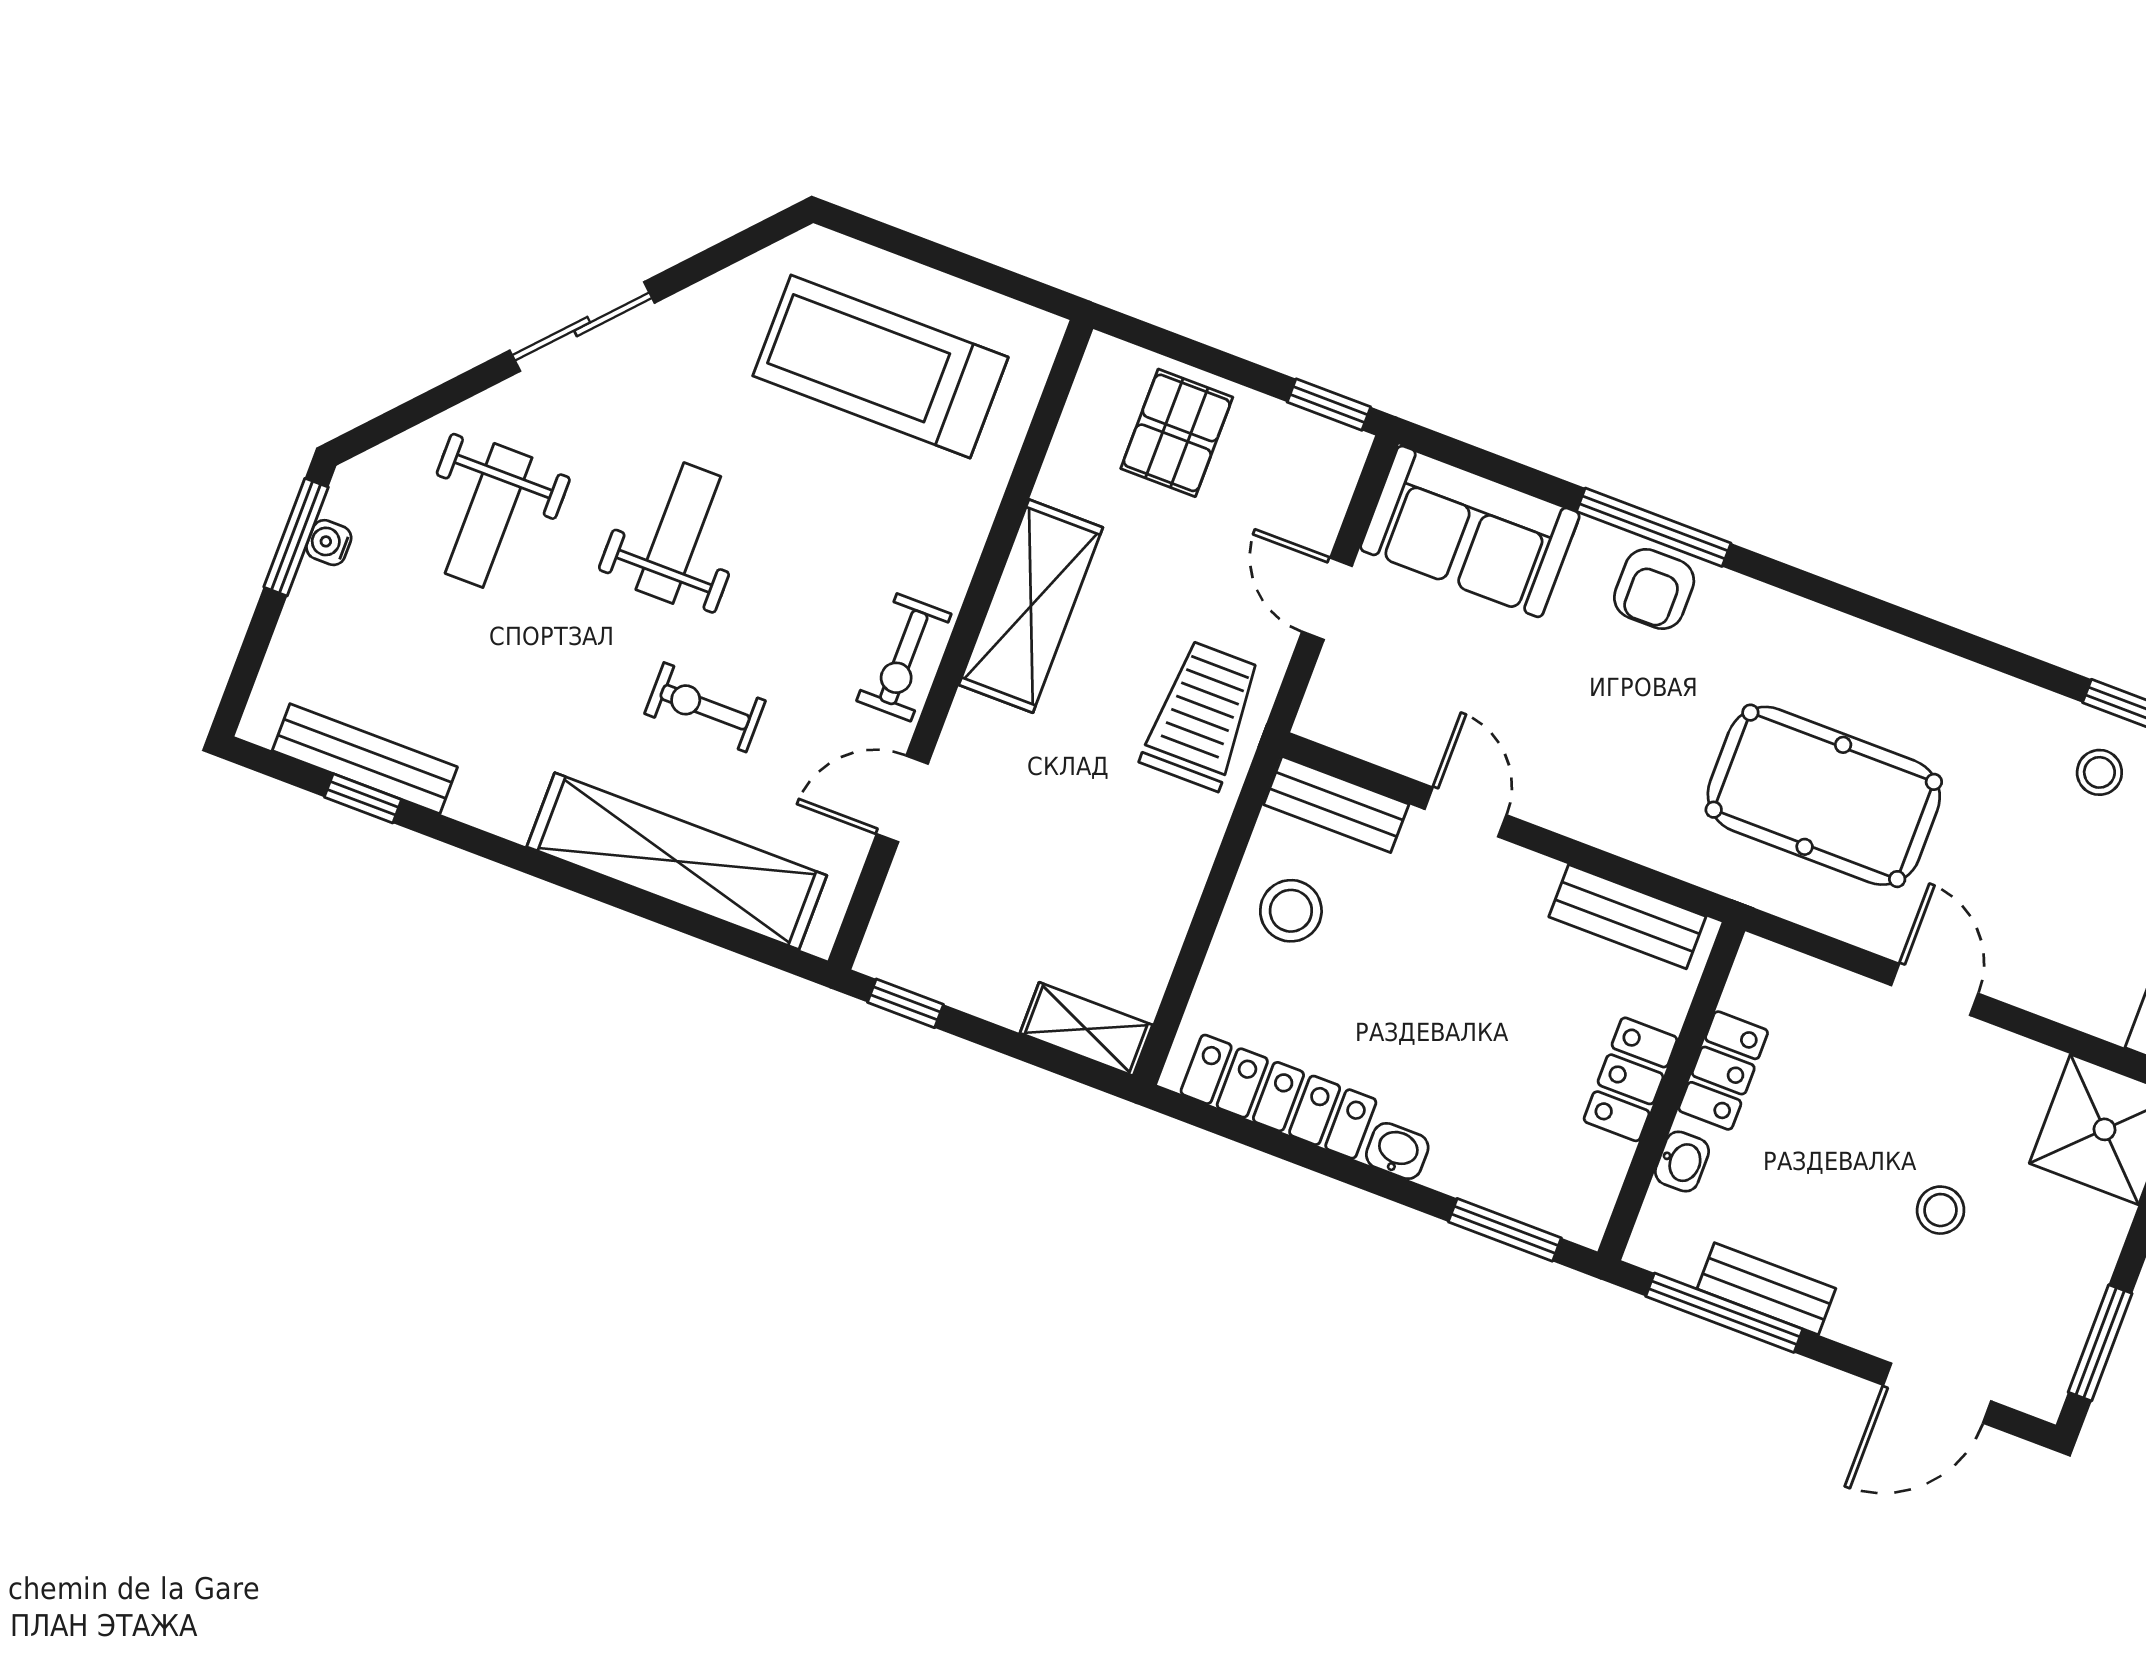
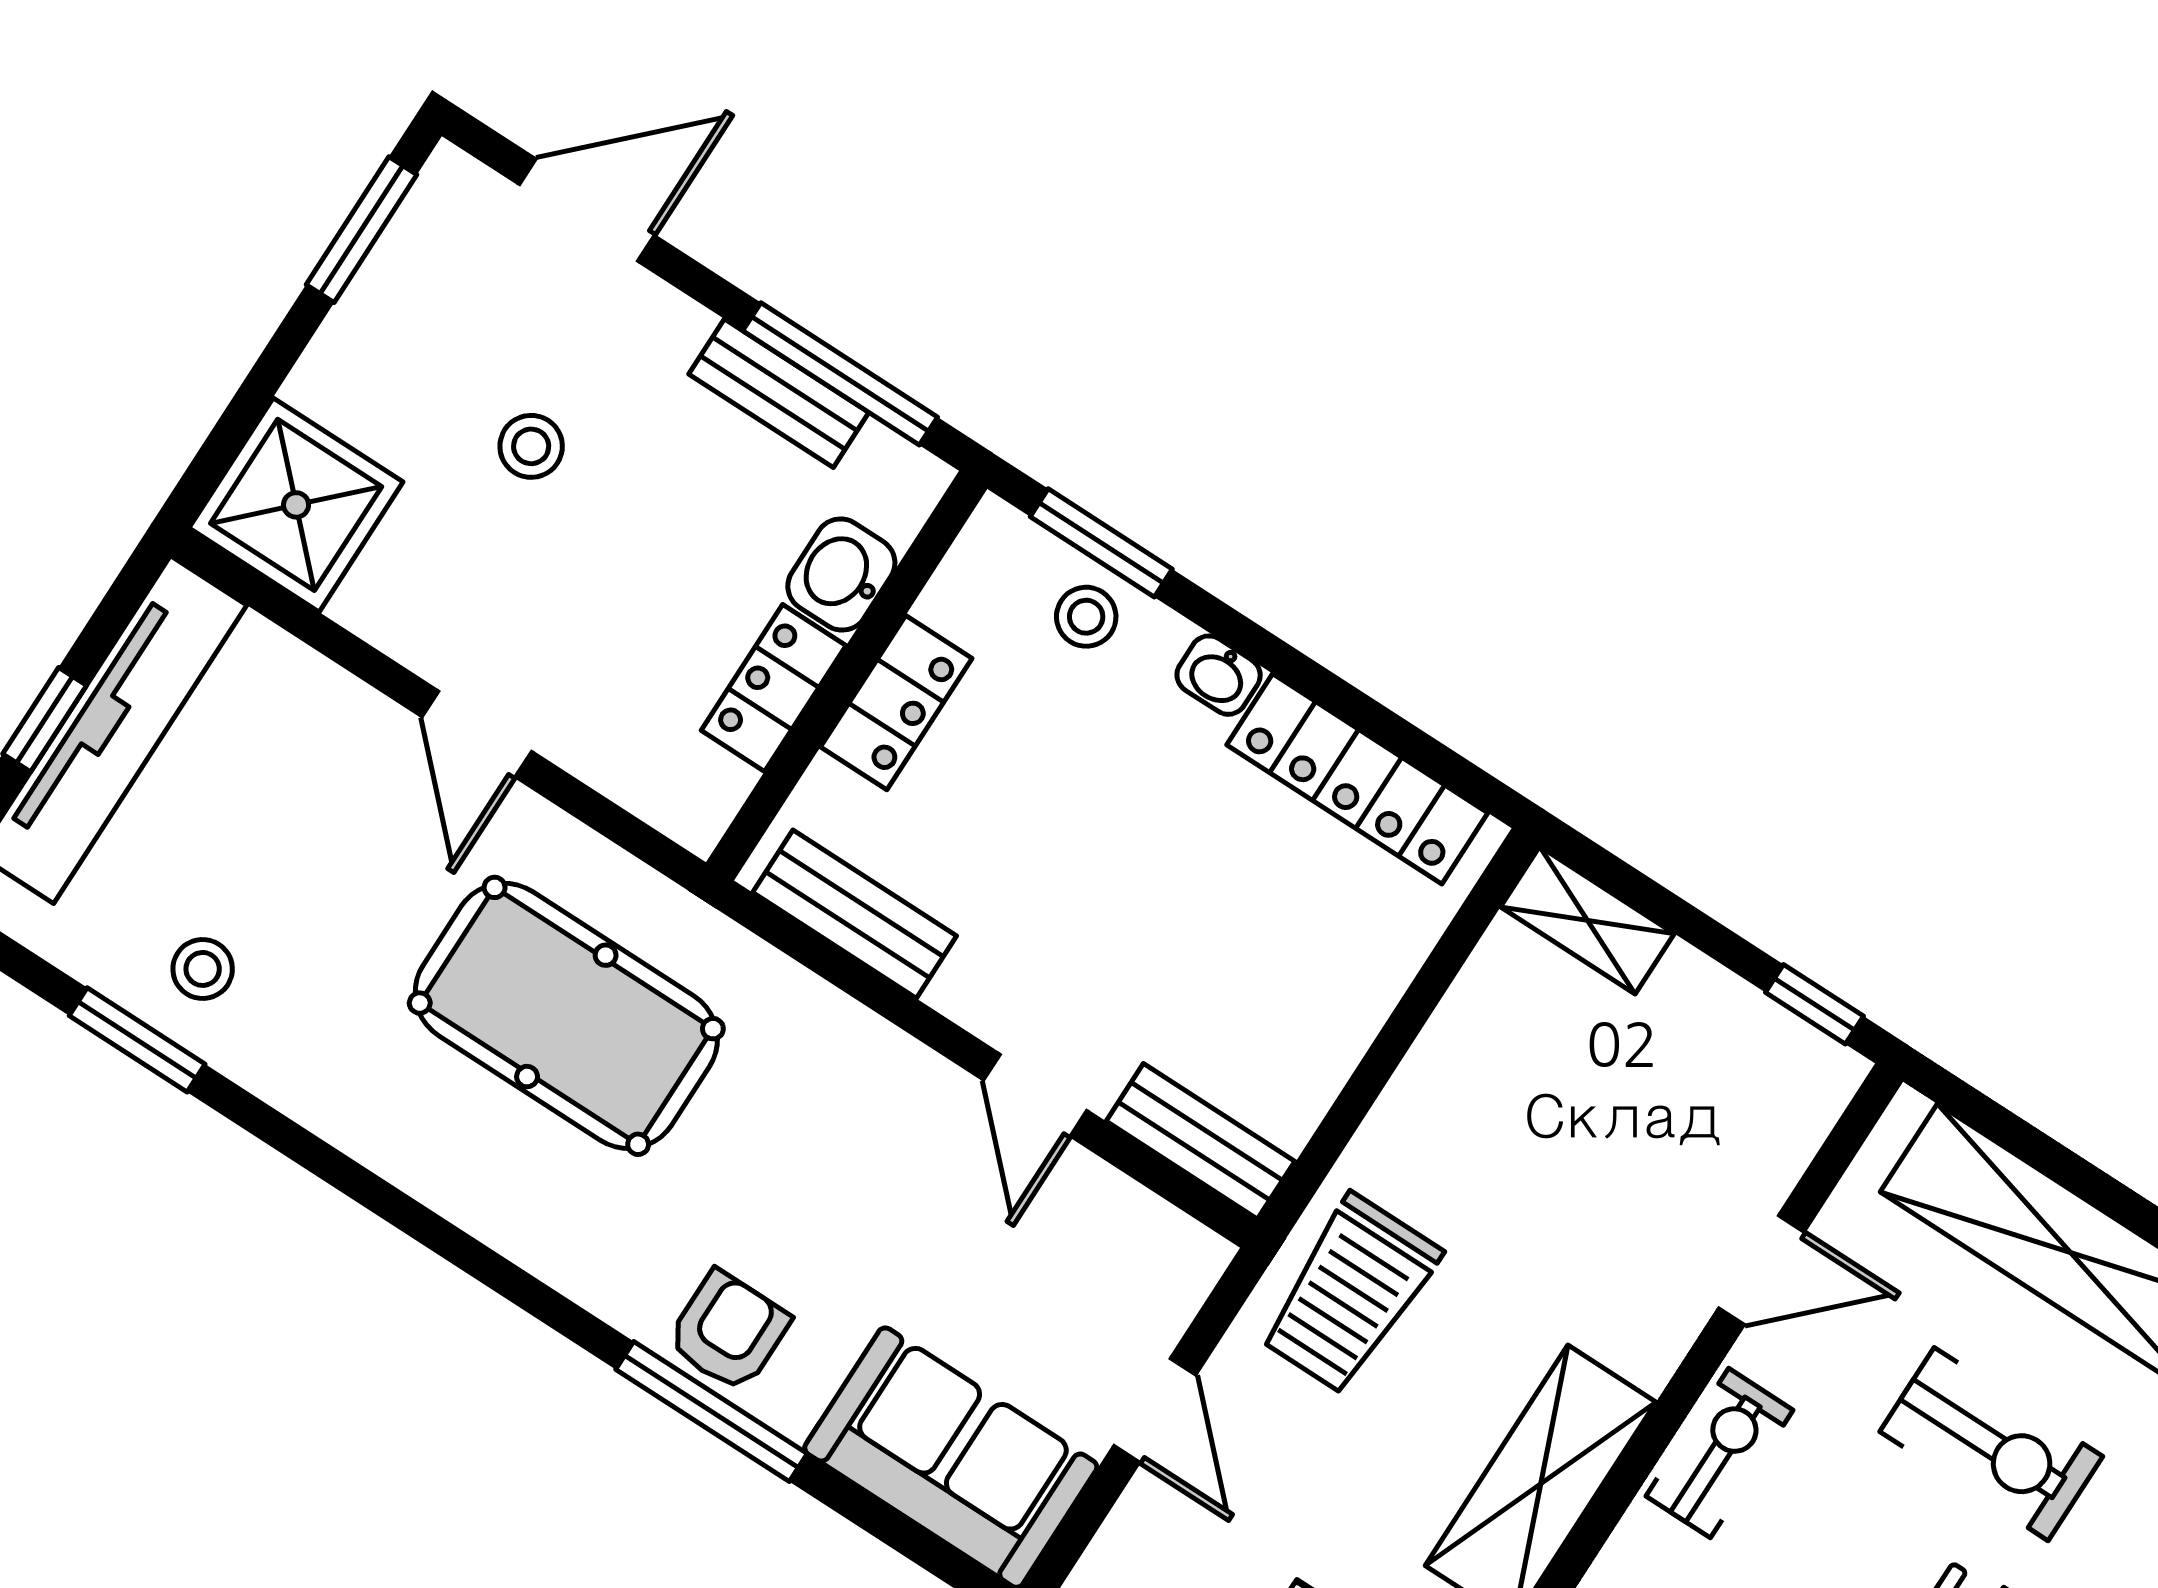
exercise bike: (705, 707) -> (1991, 1444), width x1.38, depth x1.39
stool: (1291, 911) -> (1086, 617), moved, width x0.73, depth x0.73
washbasin: (1682, 1162) -> (841, 575), width x1.38, depth x1.45

